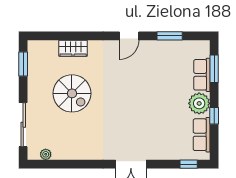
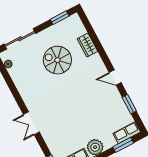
row of seats: (202, 75) -> (127, 133), moved
spiral stairs: (72, 93) -> (57, 60), turned 90

